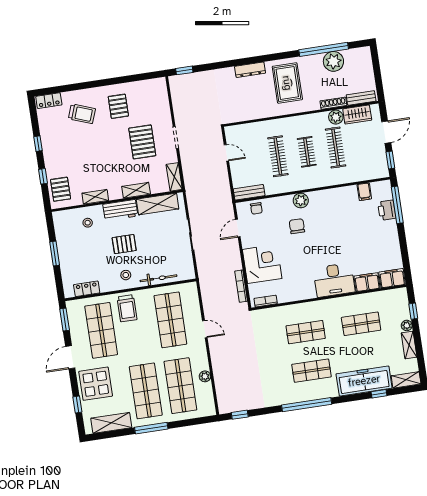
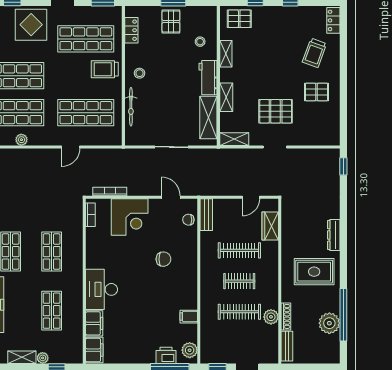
wardrobe: (357, 115) -> (270, 226), moved
filing cabinet: (364, 192) -> (189, 317), moved
plant: (301, 201) -> (190, 350), moved
pallet: (124, 244) -> (171, 22), moved

